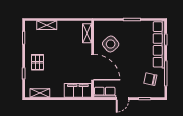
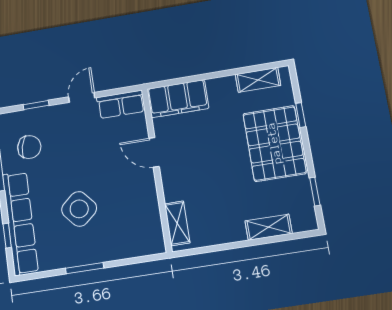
side table: (111, 44) -> (79, 209), moved
pallet: (38, 62) -> (274, 143), width x2.05, depth x2.00
door: (93, 67) -> (154, 152), width x0.53

